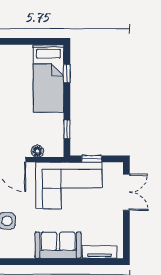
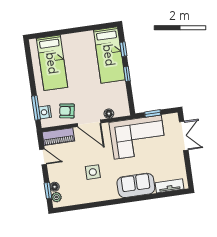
window: (67, 129) -> (127, 74), moved

